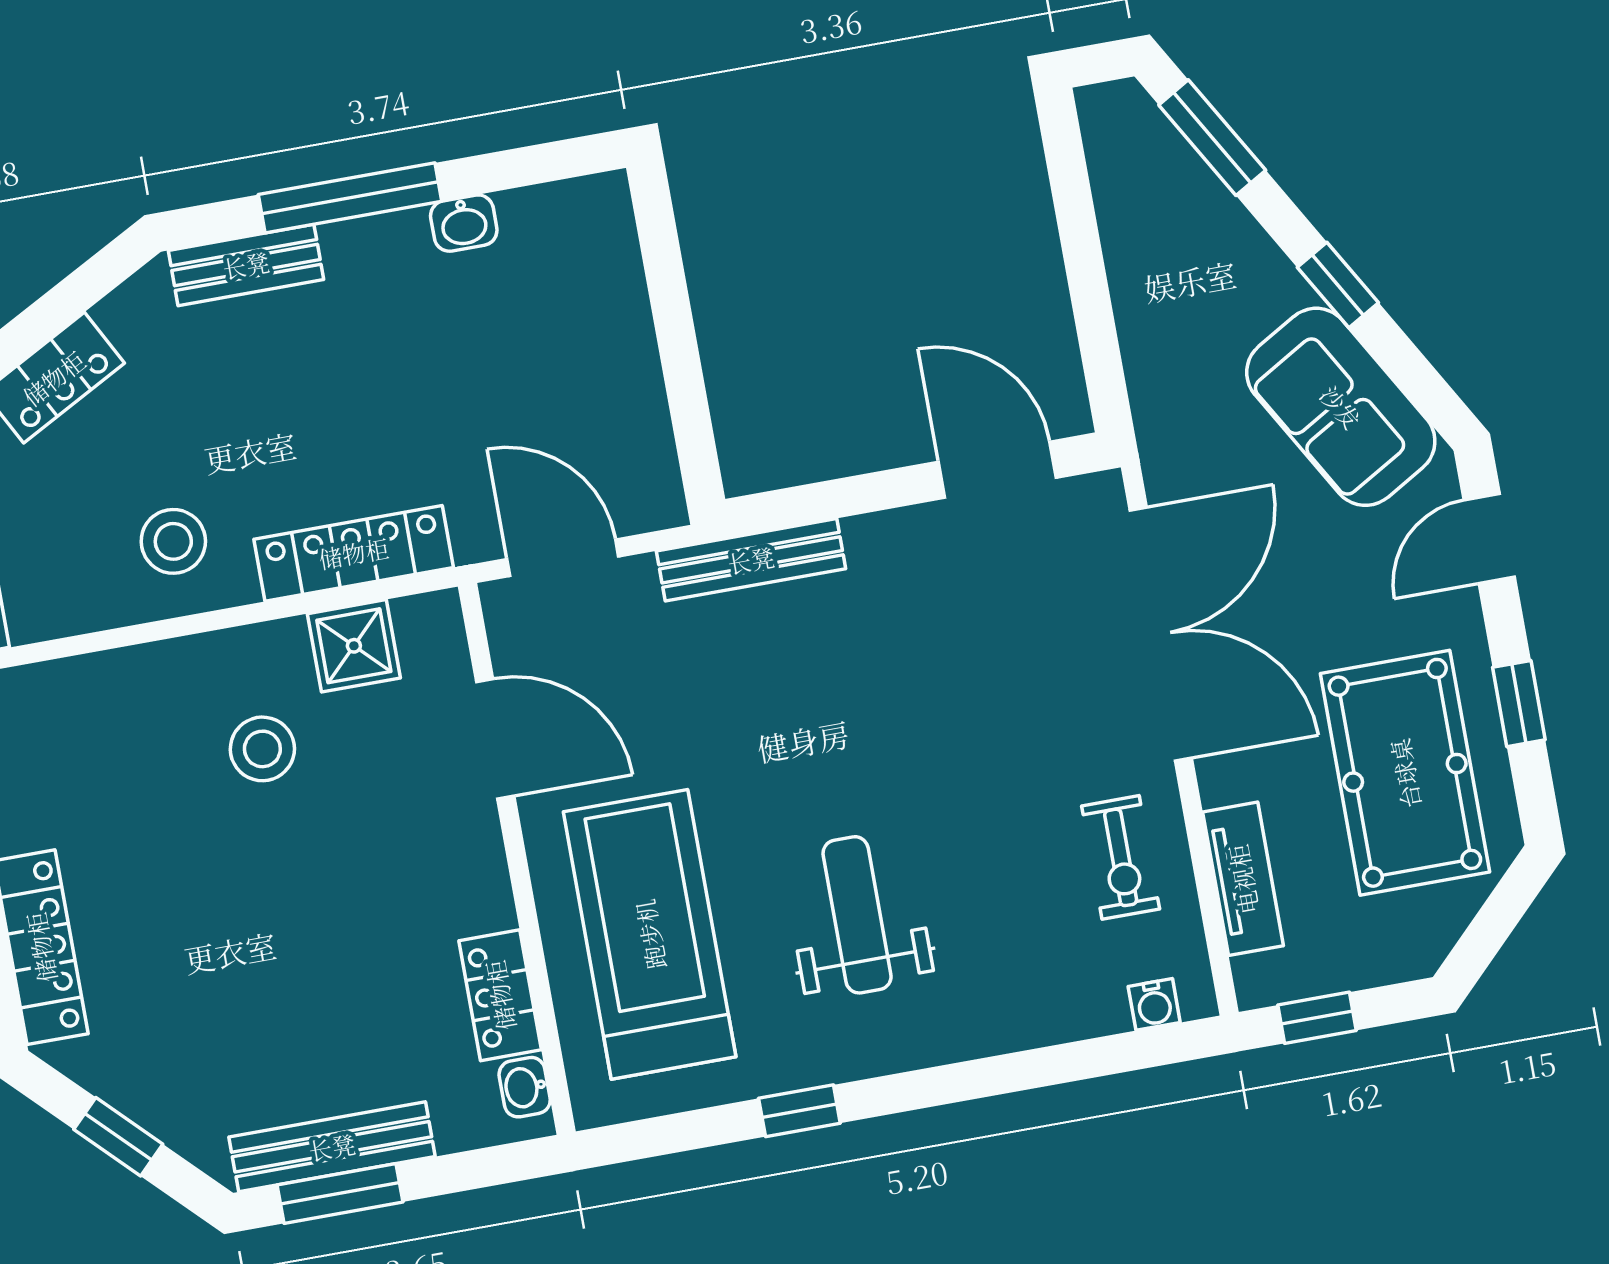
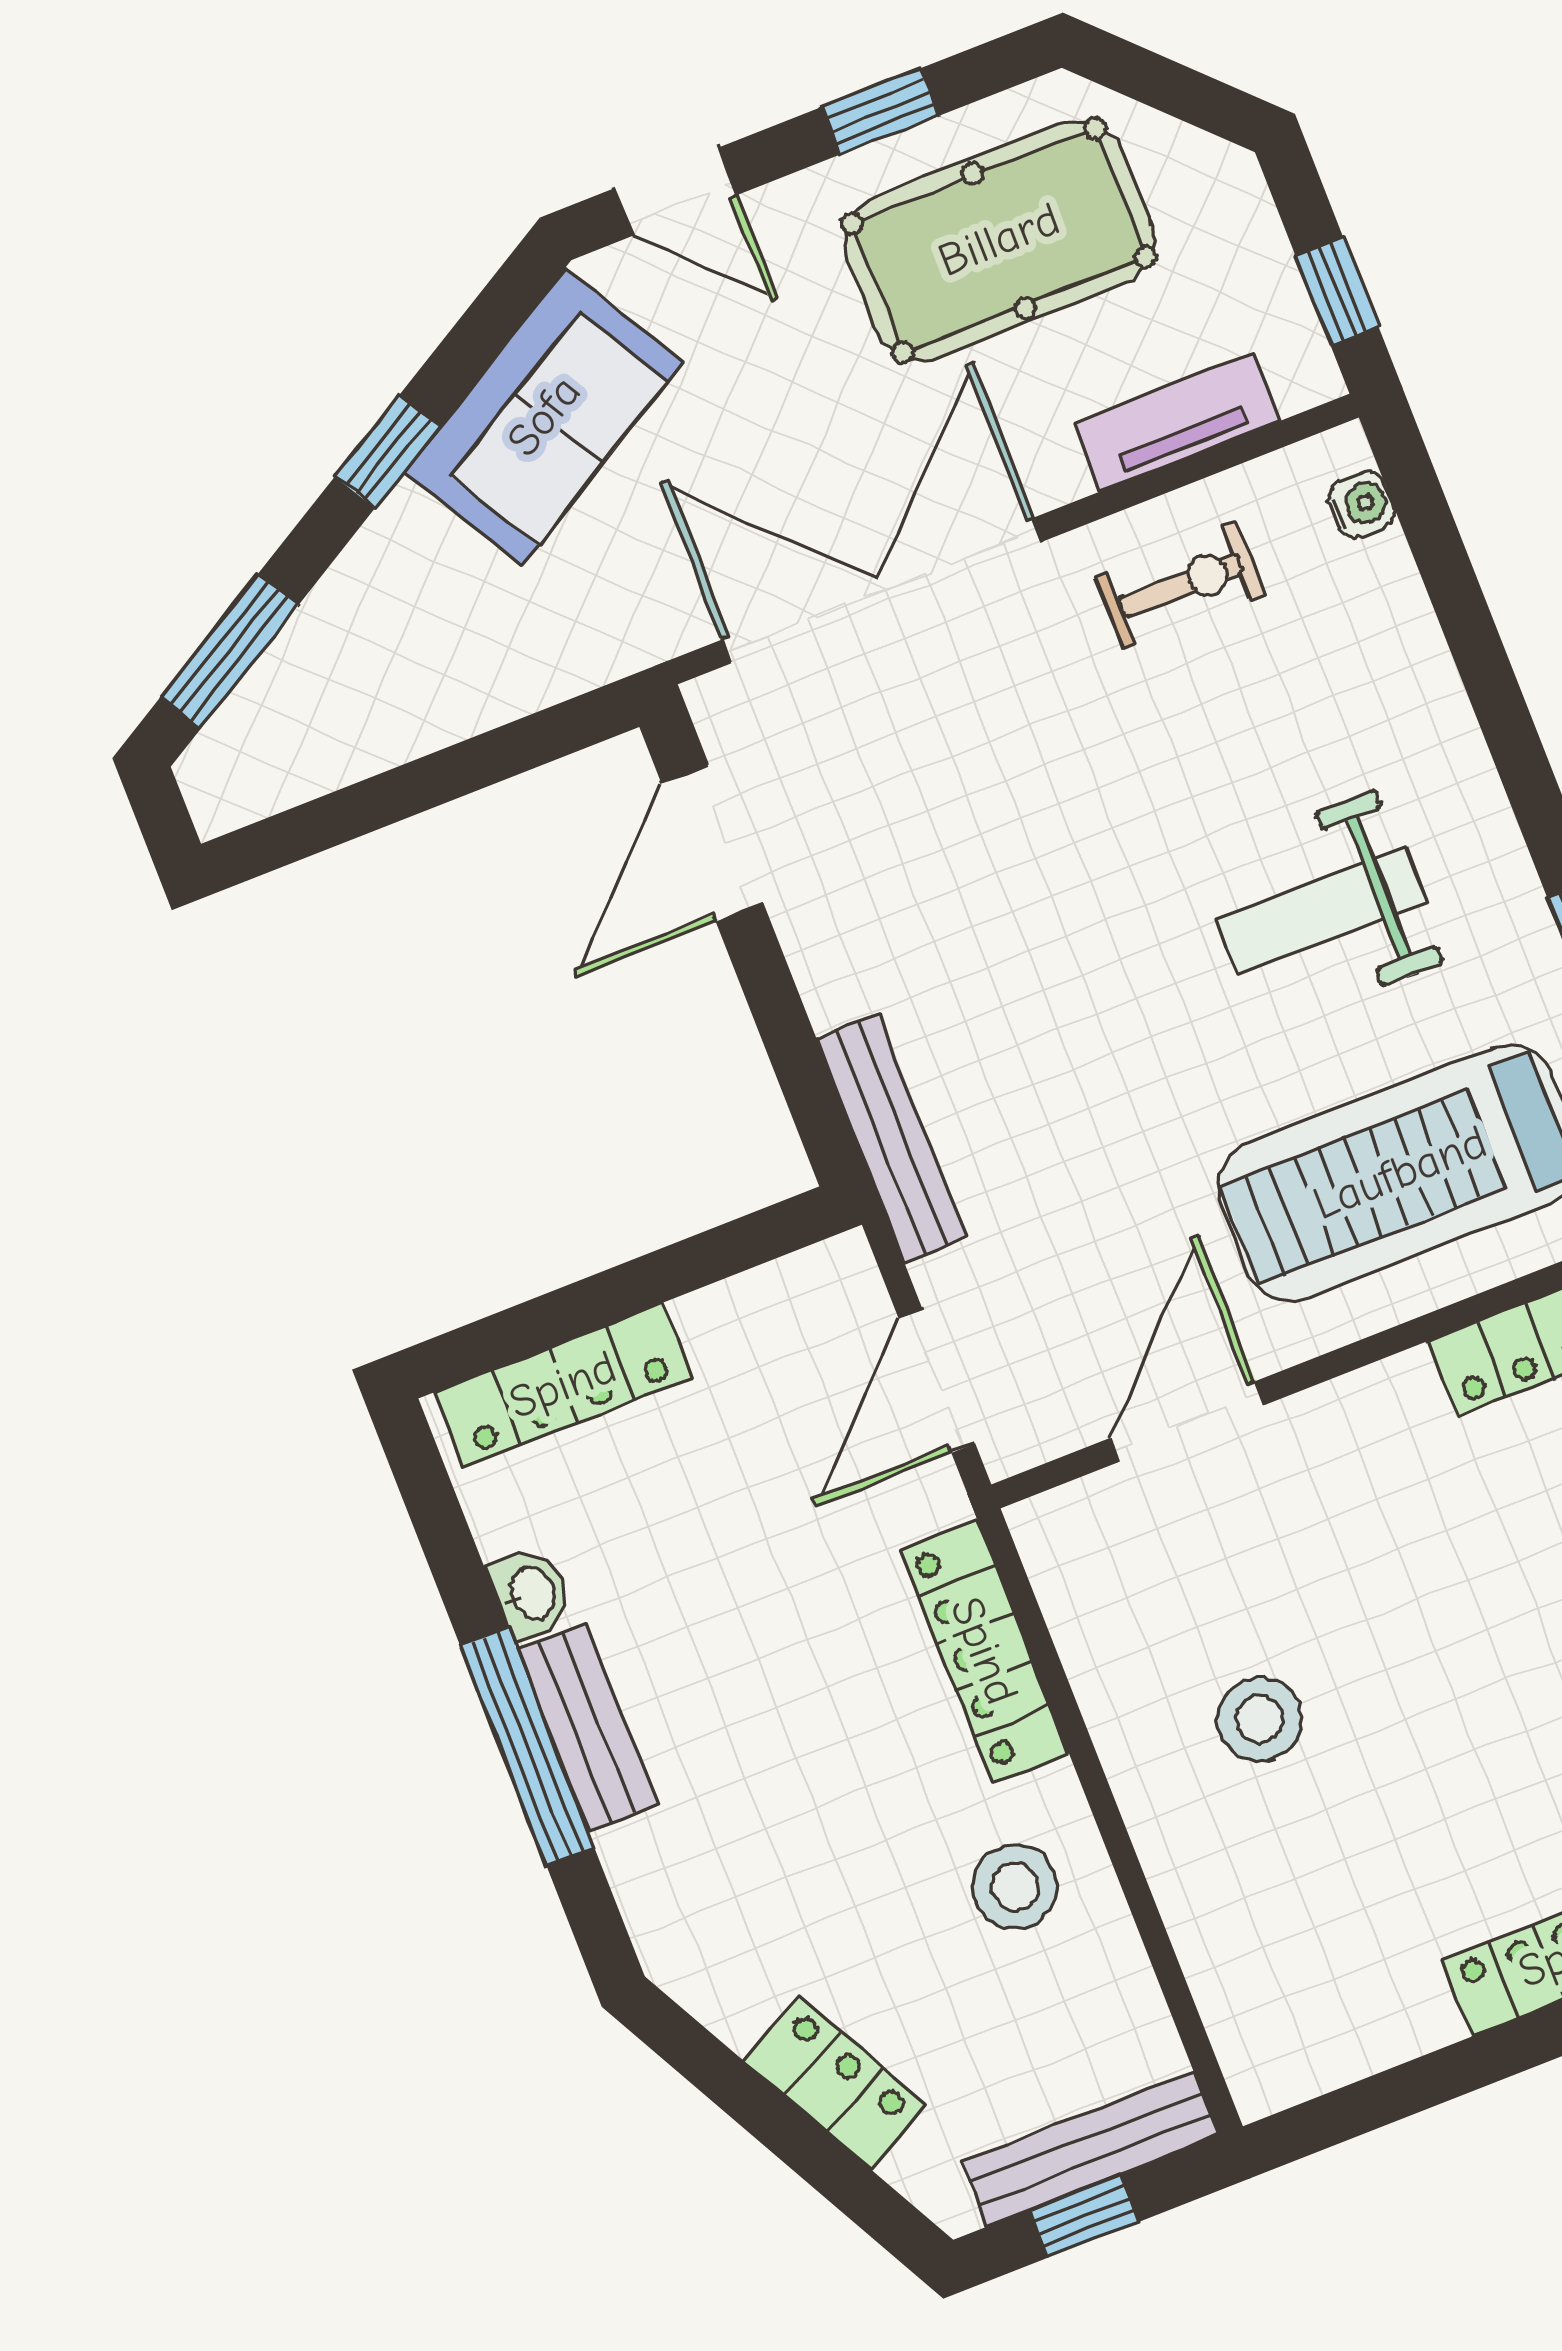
bench: (246, 265) -> (587, 1728), moved
locker: (615, 278) -> (563, 1385), added
shower: (354, 646) -> (1104, 1627), removed

